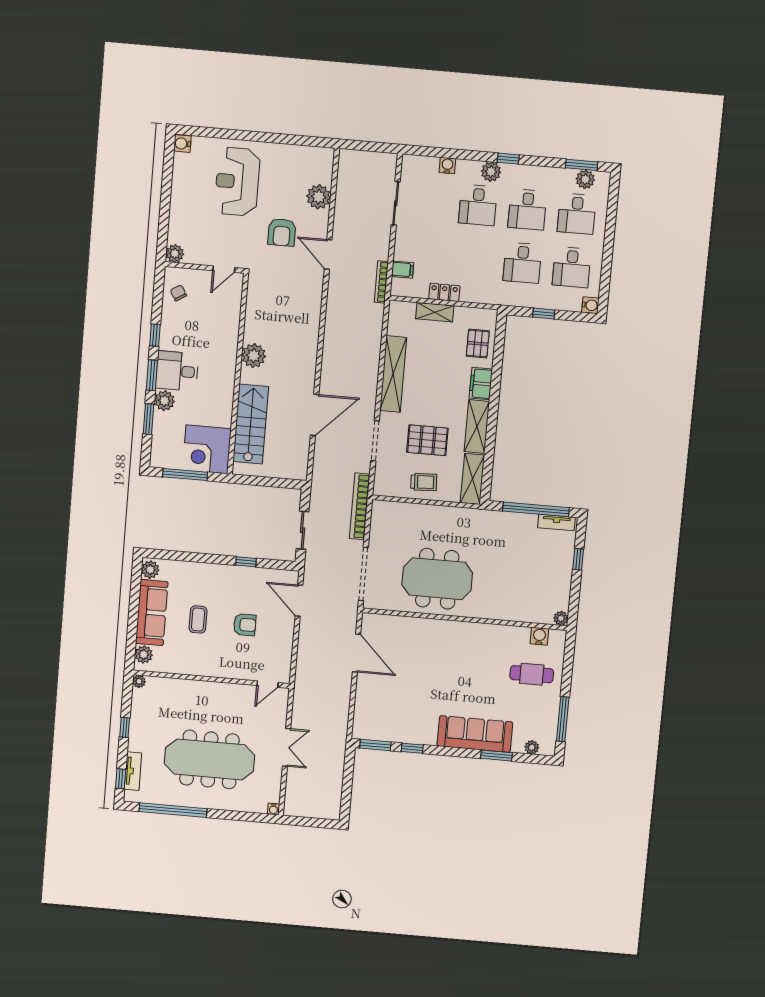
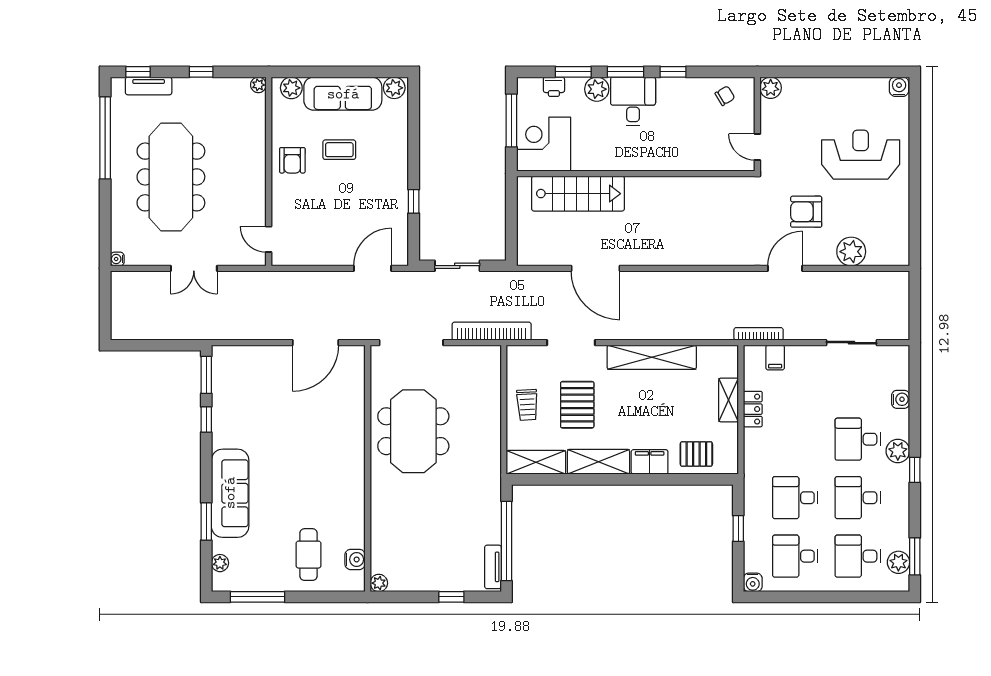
plant: (254, 356) -> (659, 191), removed
printer: (160, 436) -> (554, 87), added
armchair: (245, 625) -> (292, 160), moved

